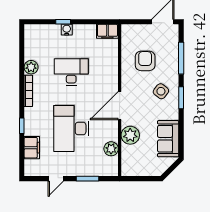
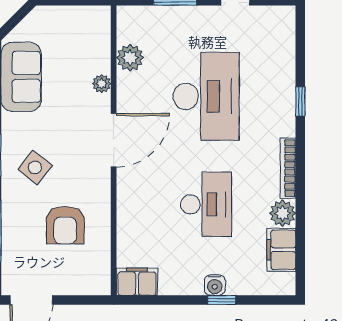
desk: (71, 72) -> (206, 204), turned -90
plant: (130, 135) -> (102, 84), width x0.53, depth x0.53
filing cabinet: (32, 148) -> (281, 250), moved

